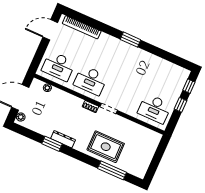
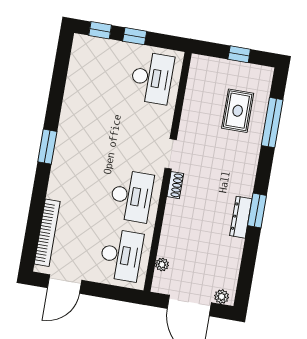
door: (50, 30) -> (65, 284), hinge flipped
window: (52, 144) -> (257, 211), moved
rug: (106, 147) -> (238, 111), moved, width x0.73, depth x0.70
window: (155, 161) -> (239, 54), added

